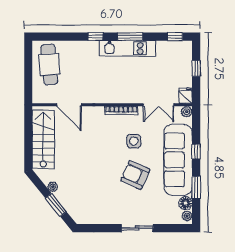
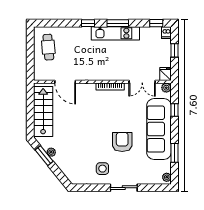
dishwasher: (187, 48) -> (166, 33), added
cafe table: (49, 65) -> (48, 47), width x0.73, depth x0.74
side table: (134, 141) -> (102, 169), moved
window: (196, 151) -> (174, 110), moved
armchair: (135, 175) -> (122, 142), turned 66
floor lamp: (186, 203) -> (165, 166), removed
window: (56, 205) -> (44, 156), moved

